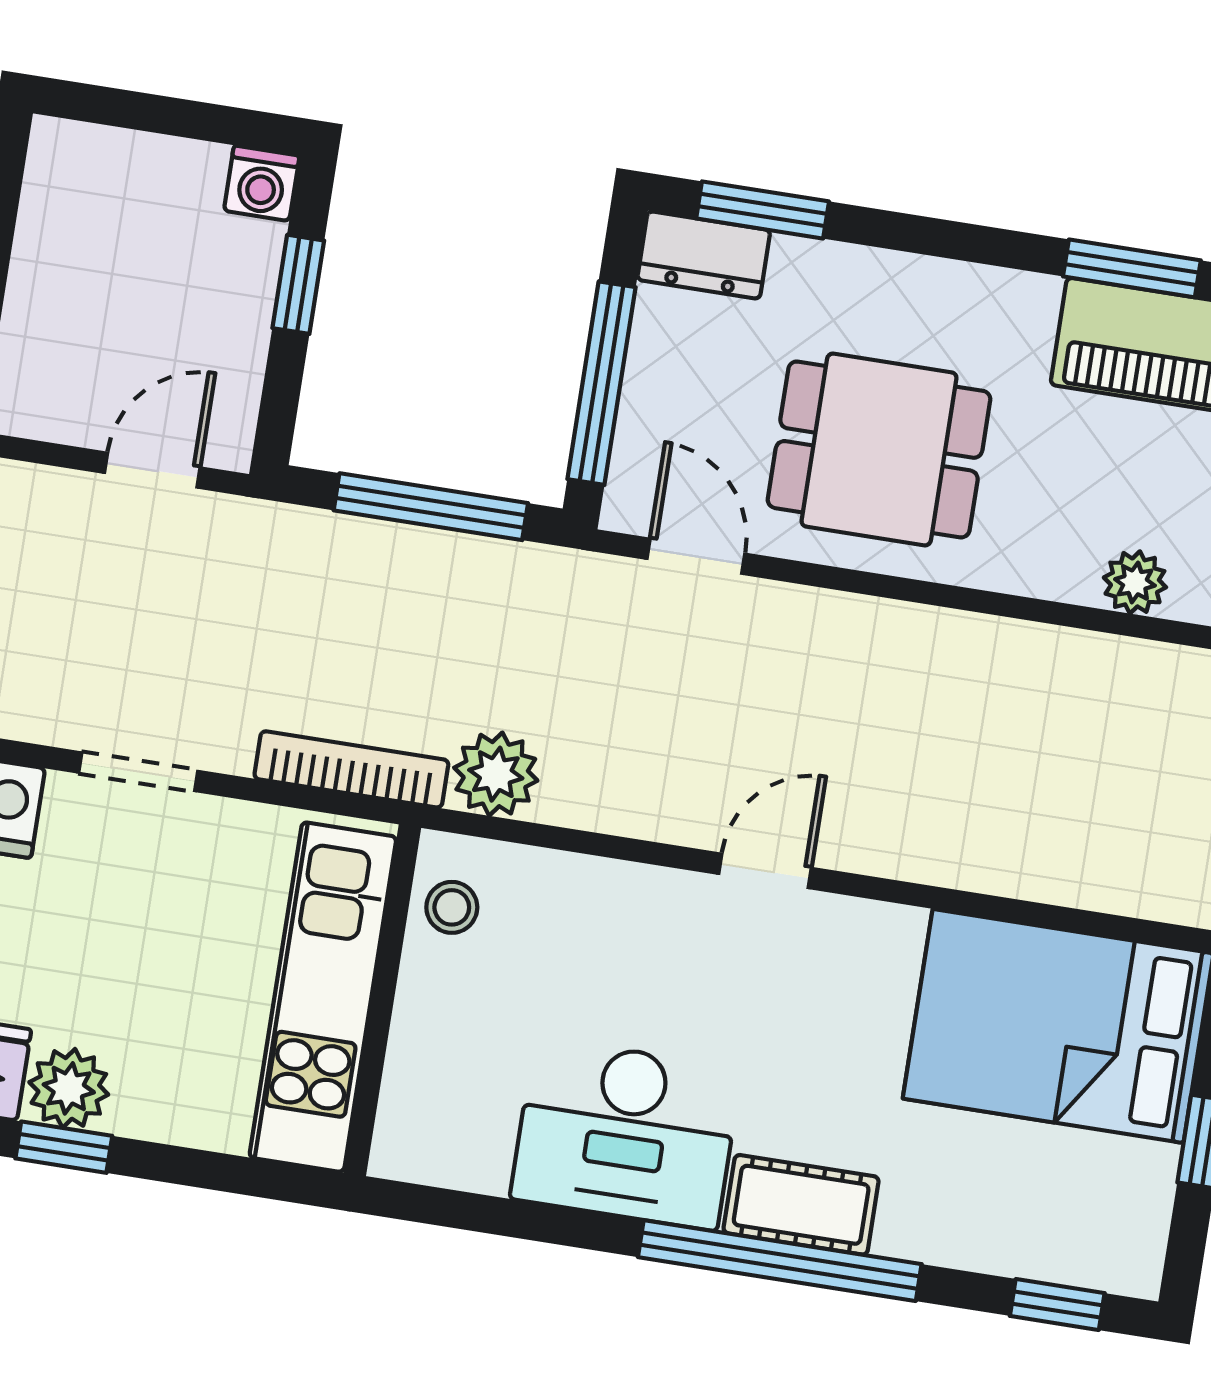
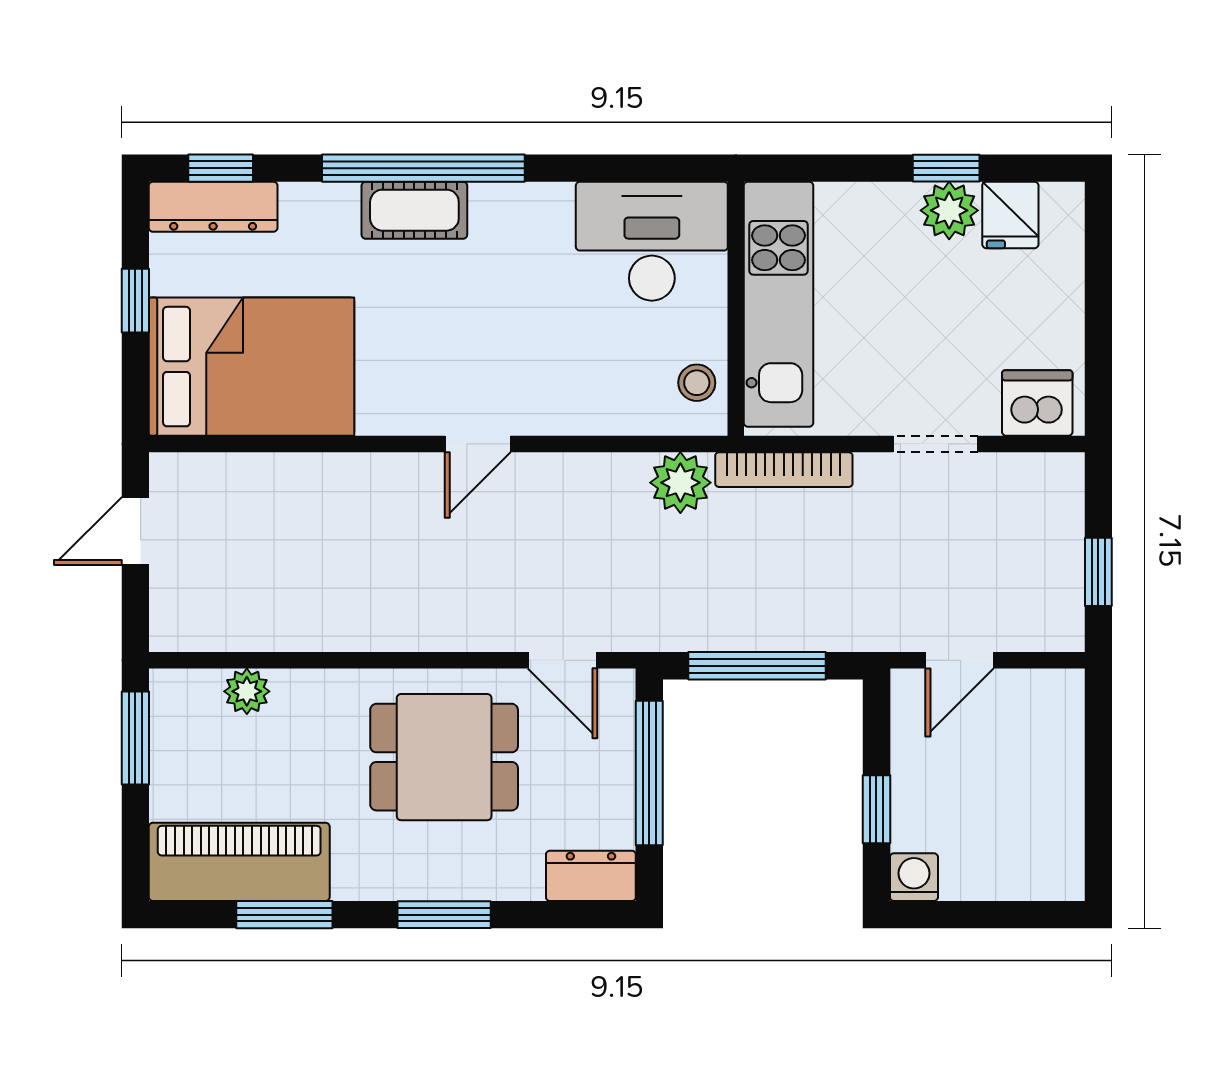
window: (763, 210) -> (444, 915), moved
desk: (626, 1134) -> (652, 241), moved
dresser: (1076, 1253) -> (213, 207), added

